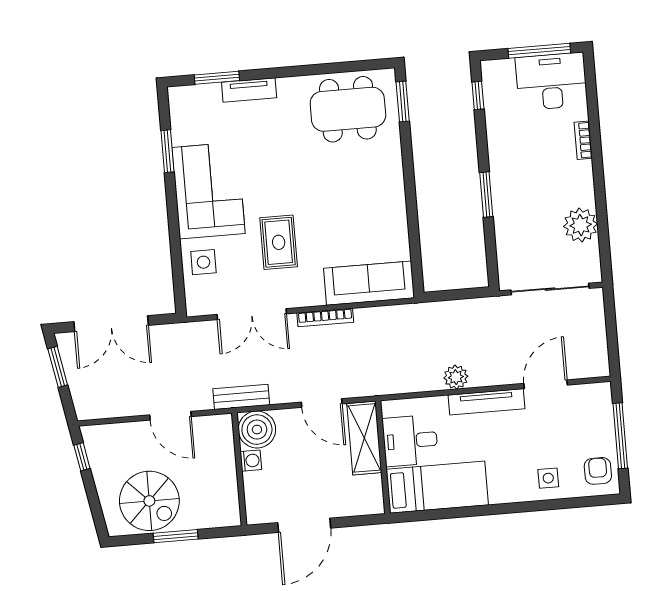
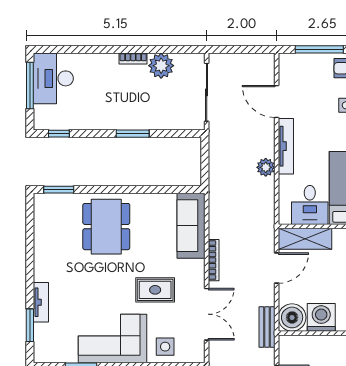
dining table: (348, 109) -> (106, 227), moved
bookcase: (583, 140) -> (133, 59), moved
washing machine: (251, 461) -> (321, 317), width x1.89, depth x1.89

